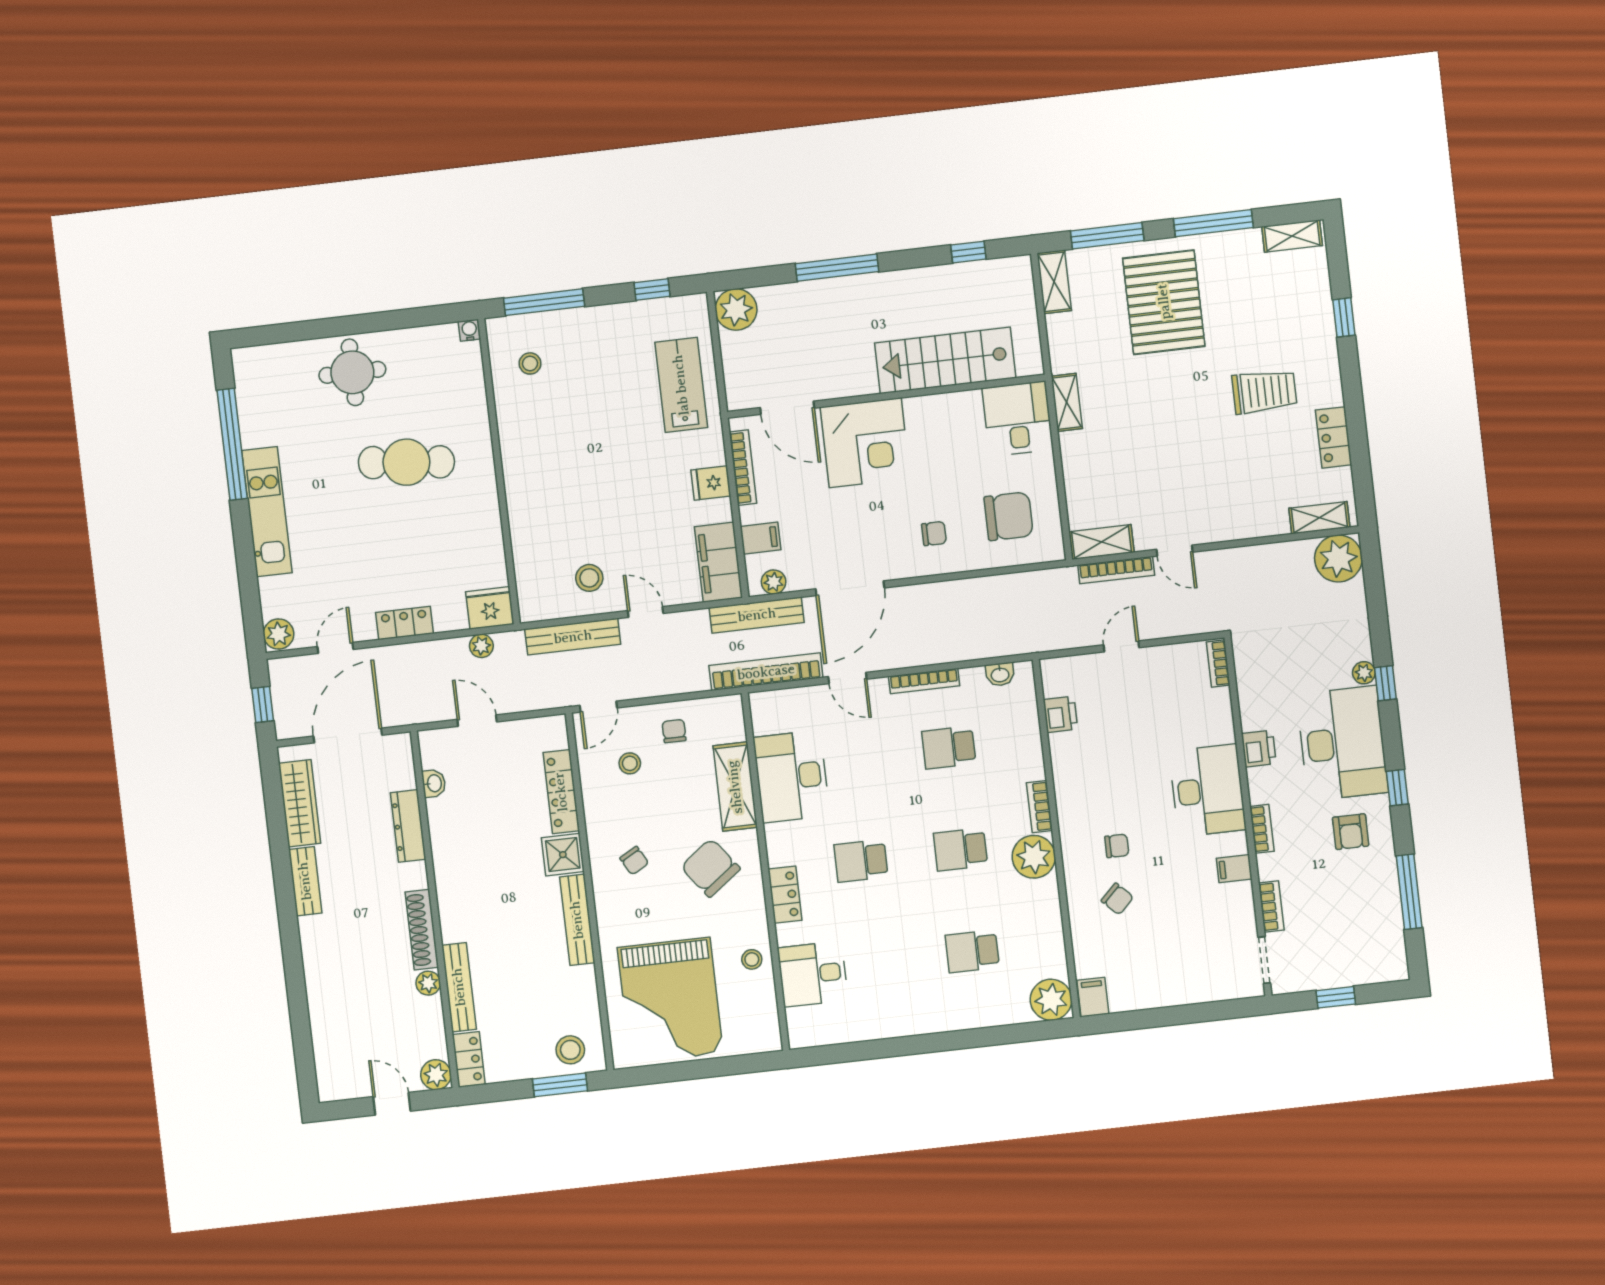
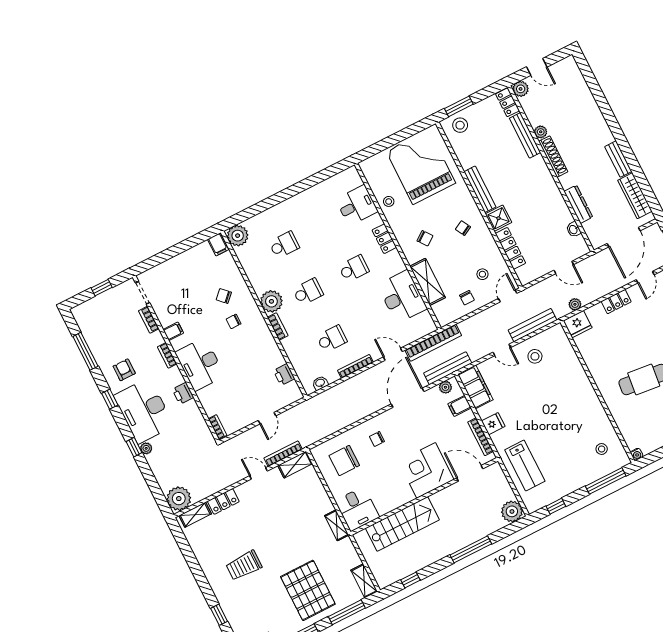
locker: (1334, 437) -> (223, 501), moved, turned 90
chair: (710, 868) -> (425, 238), width x0.54, depth x0.54

